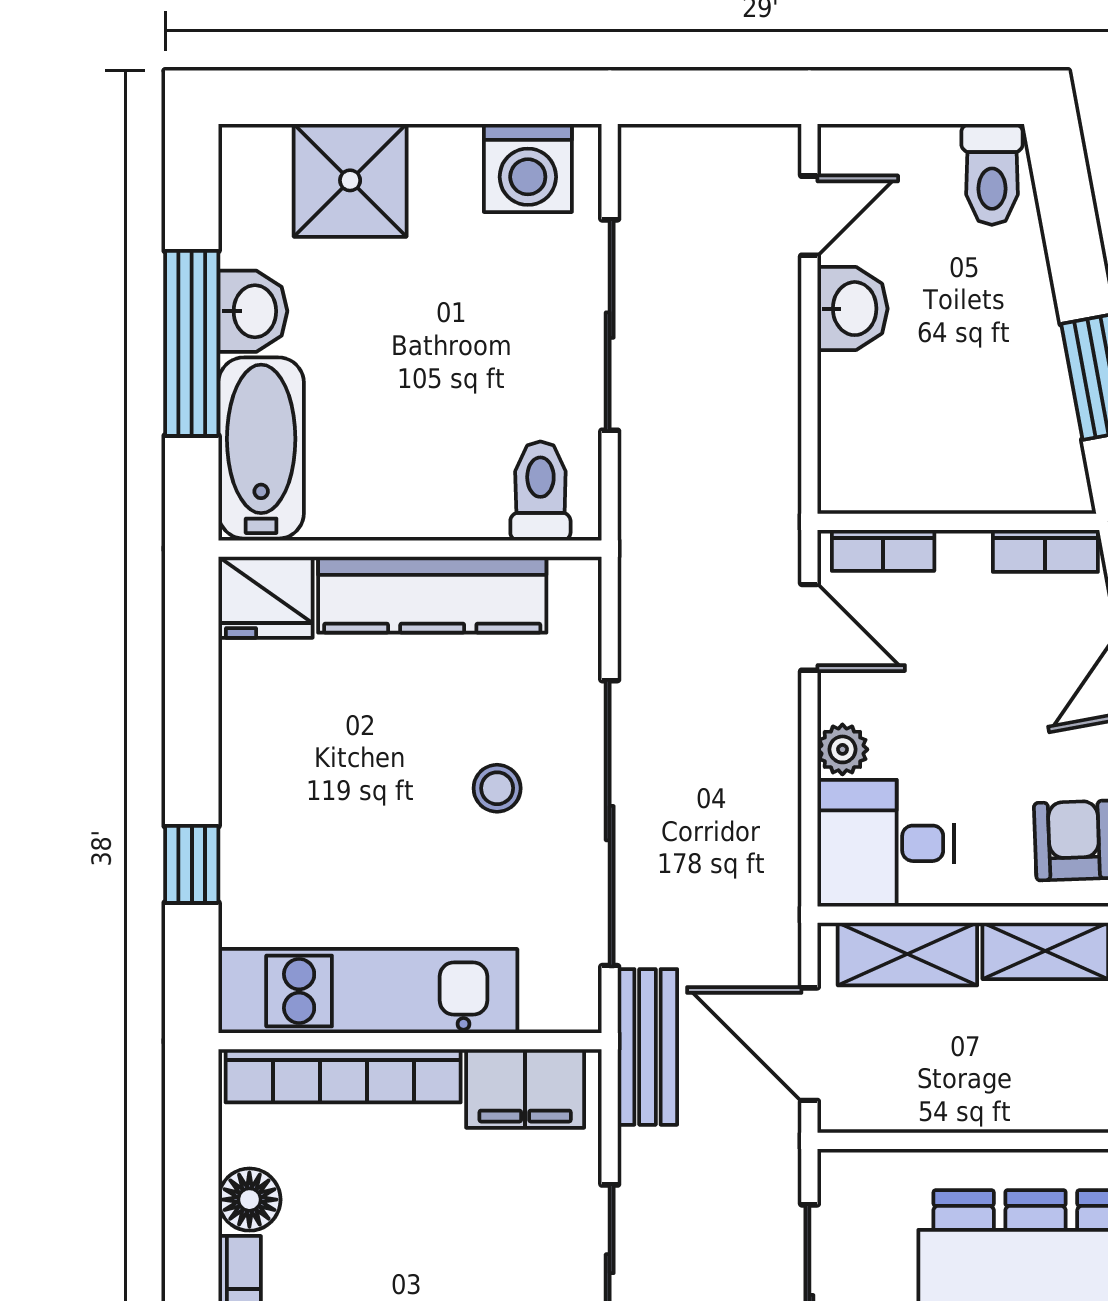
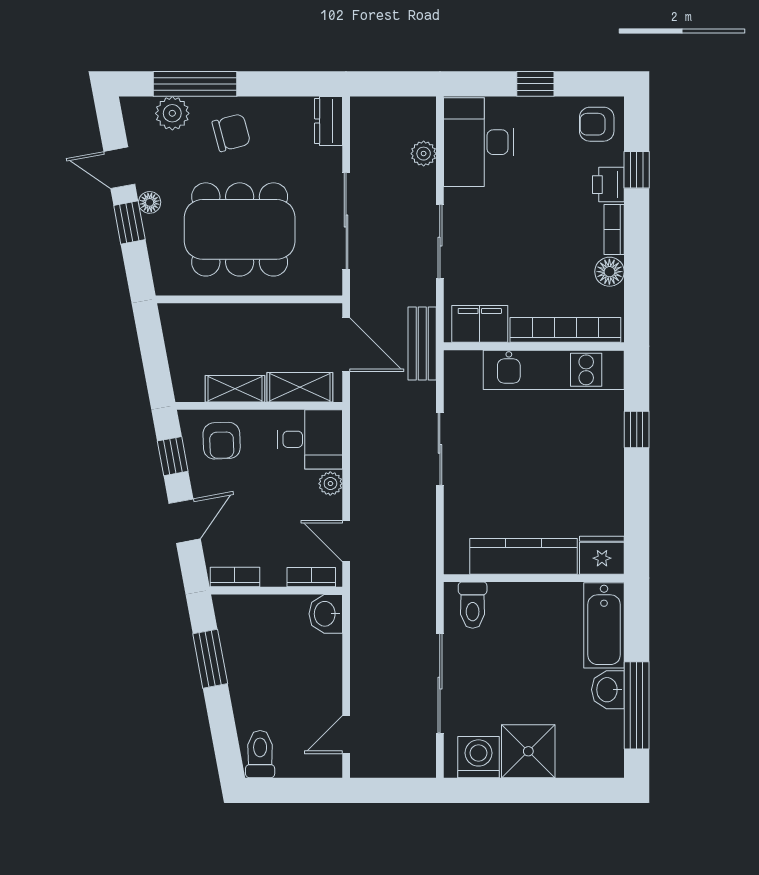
shower: (350, 180) -> (528, 751), moved
washbasin: (853, 309) -> (326, 614), moved
window: (192, 343) -> (637, 705), moved
stool: (497, 788) -> (493, 465), removed
sliding door: (610, 823) -> (440, 449), width x0.54

